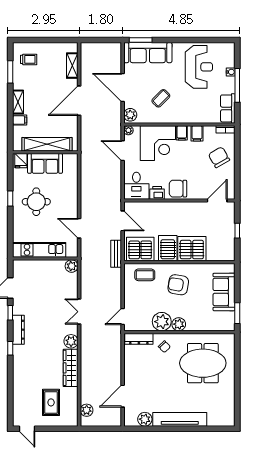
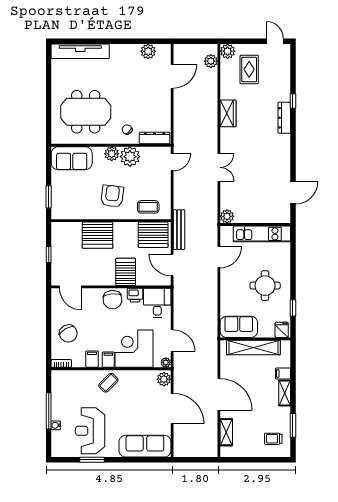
window: (141, 40) -> (92, 460), moved
coffee table: (161, 98) -> (108, 383), moved
door: (79, 101) -> (219, 394), hinge flipped
row of seats: (228, 108) -> (59, 386), removed
sofa: (45, 163) -> (239, 327), moved
chair: (178, 189) -> (113, 300), turned 85
window: (10, 199) -> (293, 308), moved
door: (217, 201) -> (70, 287), hinge flipped
door: (79, 228) -> (219, 257), hinge flipped
server rack: (168, 248) -> (126, 272), moved, turned 180
bench: (116, 254) -> (179, 230), width x1.36
armchair: (178, 285) -> (112, 196), turned -92
sofa: (224, 292) -> (72, 158), moved, turned 90
window: (10, 313) -> (293, 166), removed
window: (237, 313) -> (49, 197), moved
dresser: (18, 330) -> (284, 118), moved
plant: (71, 341) -> (228, 51), moved
window: (10, 348) -> (293, 101), moved
wardrobe: (71, 368) -> (228, 113), width x0.67
tv unit: (180, 419) -> (80, 51), moved

